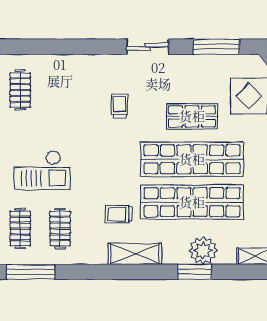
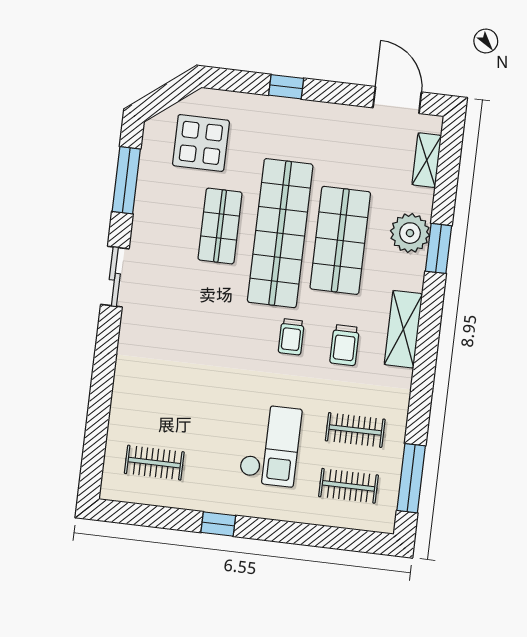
trolley: (120, 106) -> (291, 337), moved, turned -90
shop shelf: (192, 202) -> (340, 240), width x0.71

